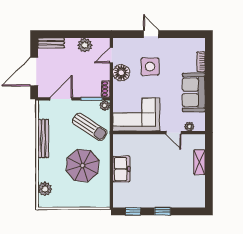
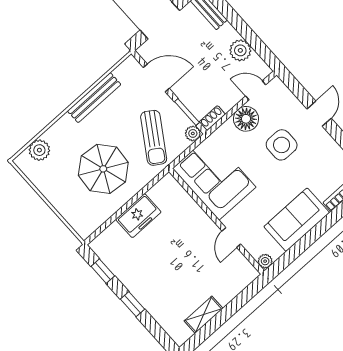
plant: (189, 126) -> (265, 261), moved
shelving: (199, 162) -> (204, 315), moved

